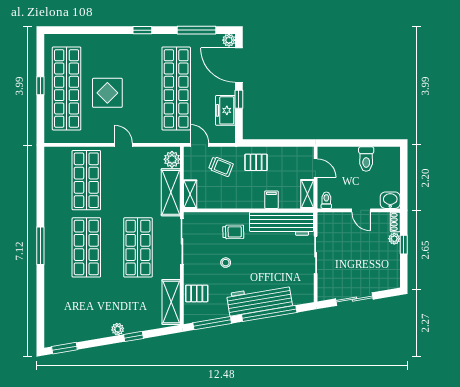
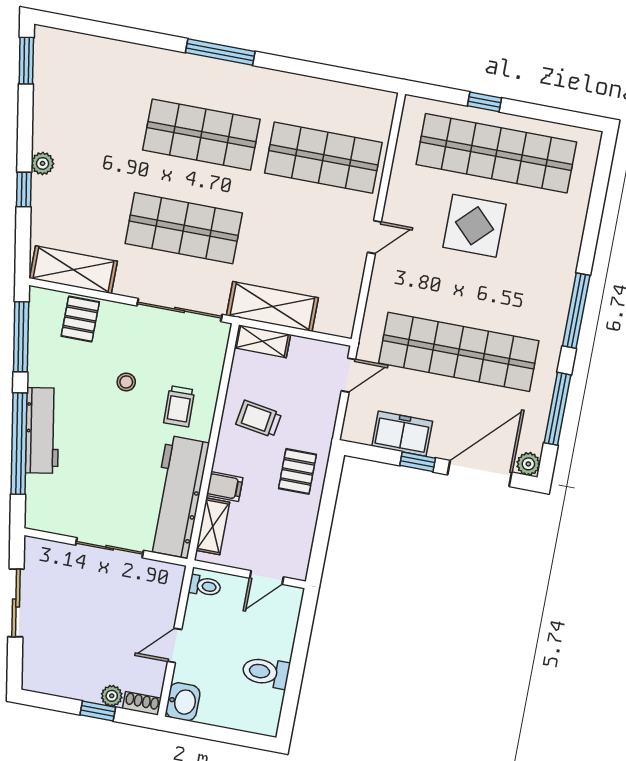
window: (142, 30) -> (576, 311), width x2.17
window: (40, 86) -> (484, 102), moved
plant: (172, 159) -> (332, 320), removed
trolley: (221, 166) -> (259, 419), moved, turned 78
shelving: (307, 194) -> (213, 526), moved, turned 90
workbench: (259, 300) -> (42, 430), width x0.73, depth x0.76

